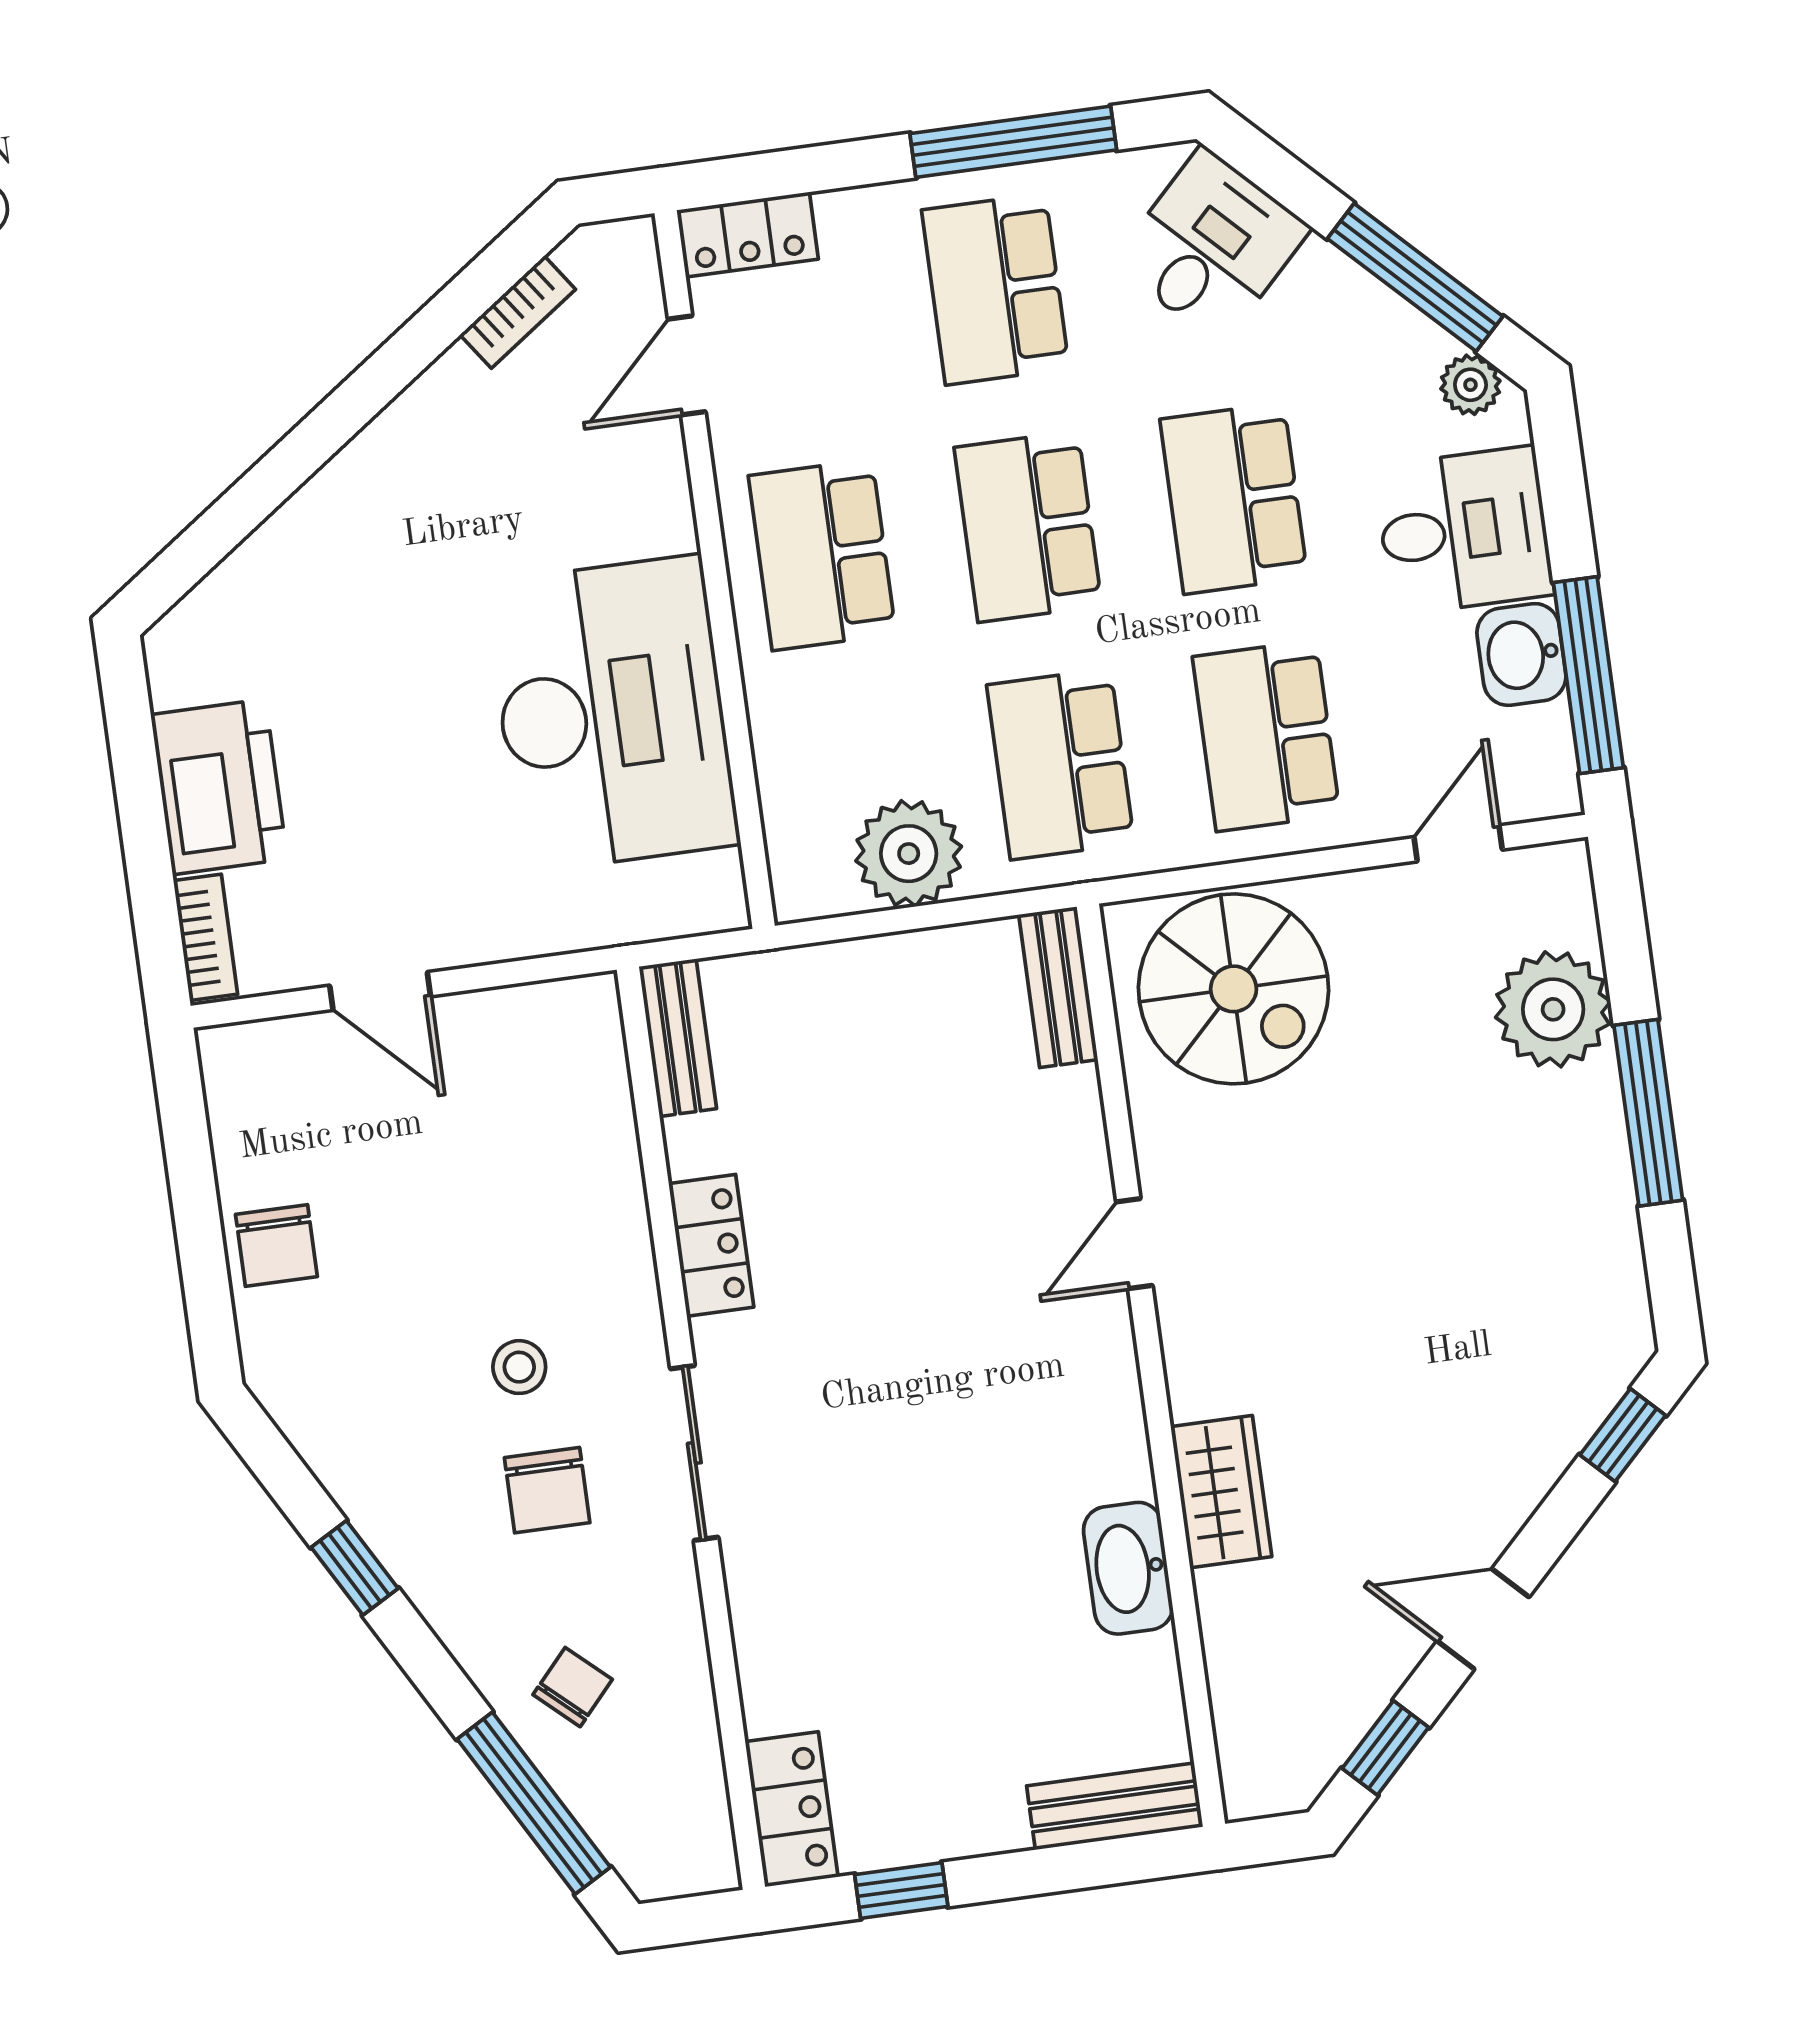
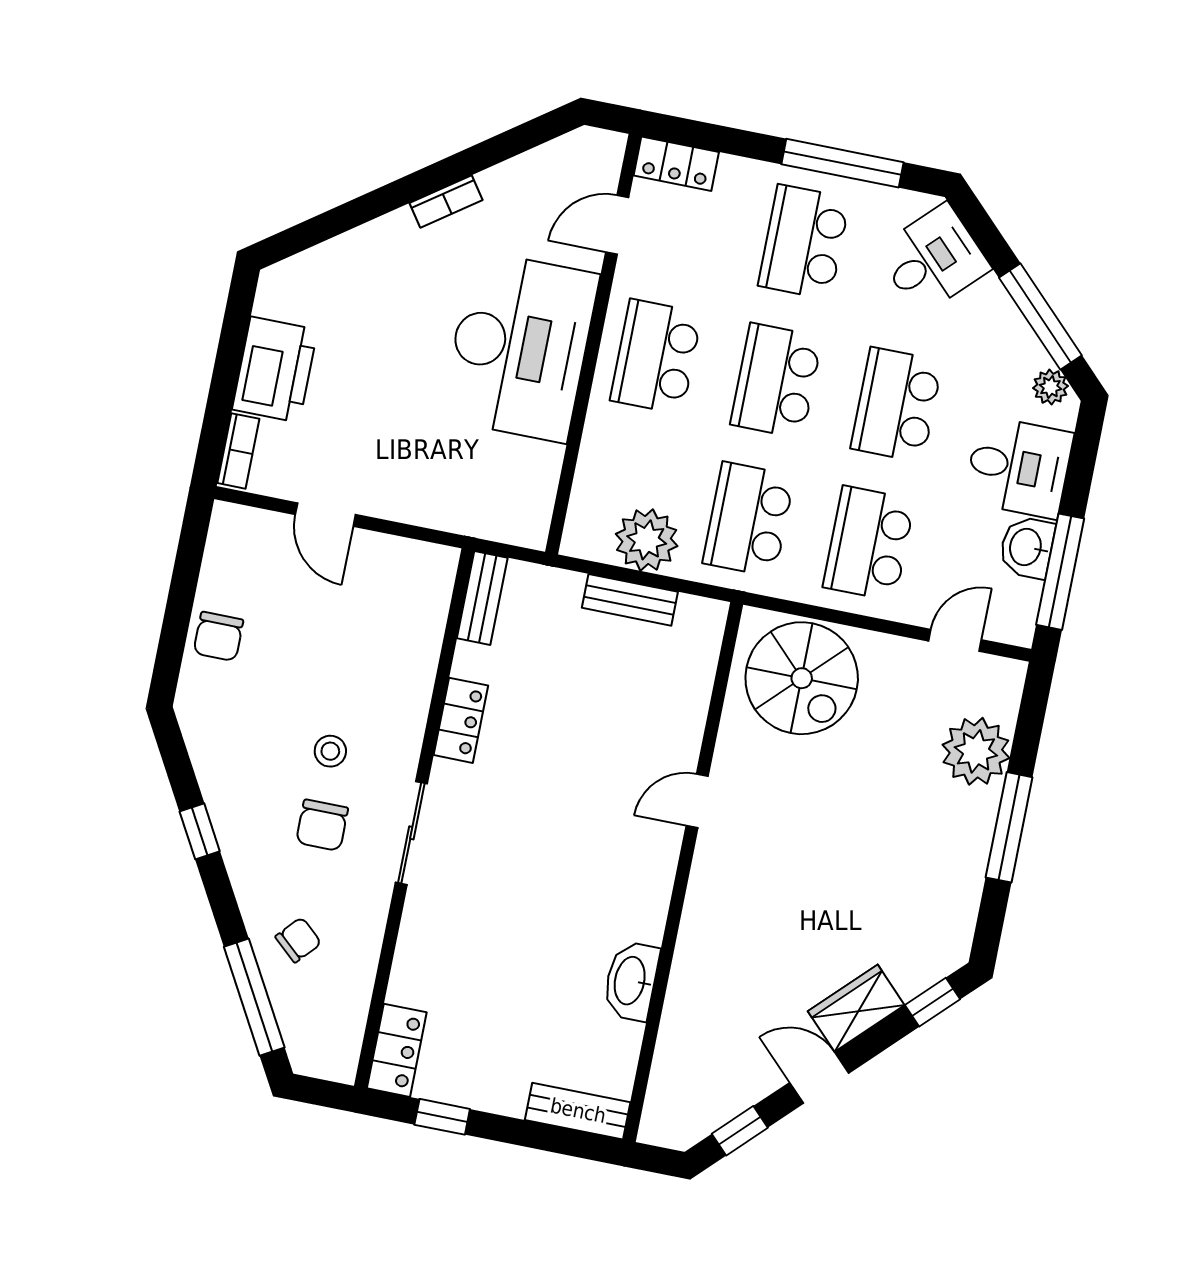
bookcase: (518, 312) -> (446, 201), moved
desk: (612, 714) -> (520, 347), moved
bench: (1058, 987) -> (630, 600), moved, turned 90
wardrobe: (1221, 1492) -> (856, 1008), moved, turned -135

